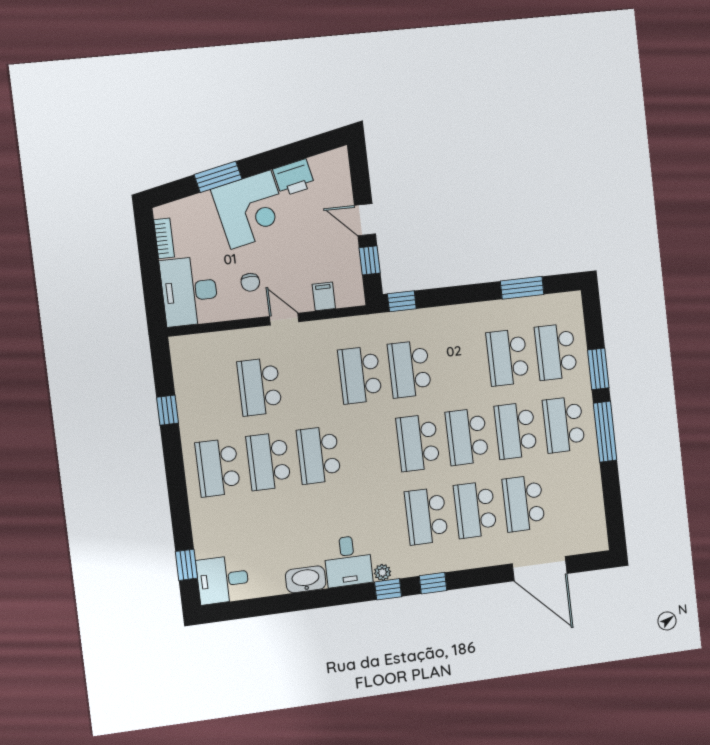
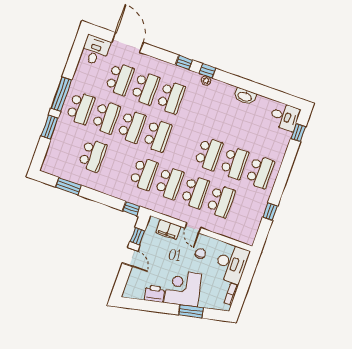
filing cabinet: (324, 296) -> (168, 230), width x2.00
school desk: (556, 352) -> (195, 192), moved
desk: (348, 561) -> (95, 50), moved

